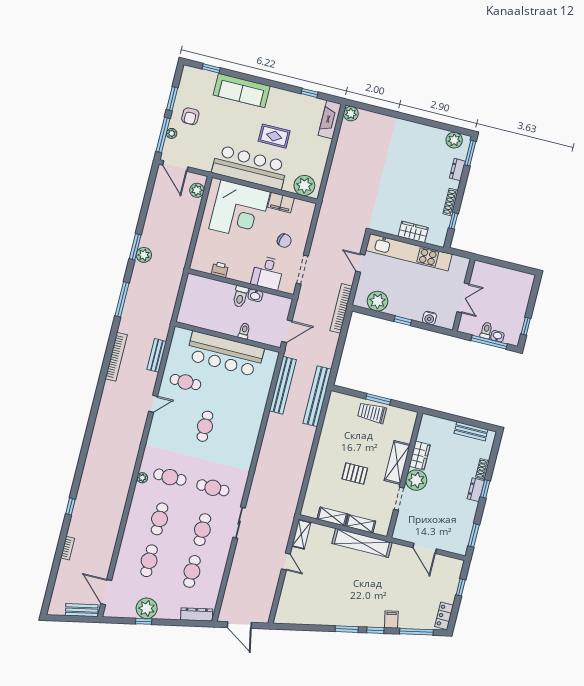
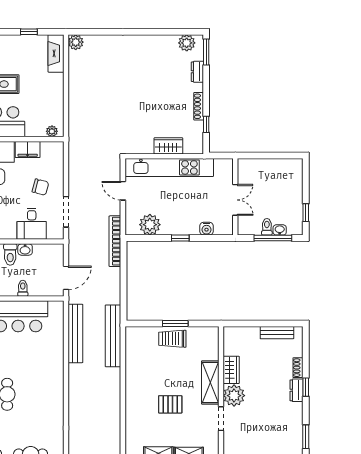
plant: (304, 185) -> (52, 131), width x0.53, depth x0.53

